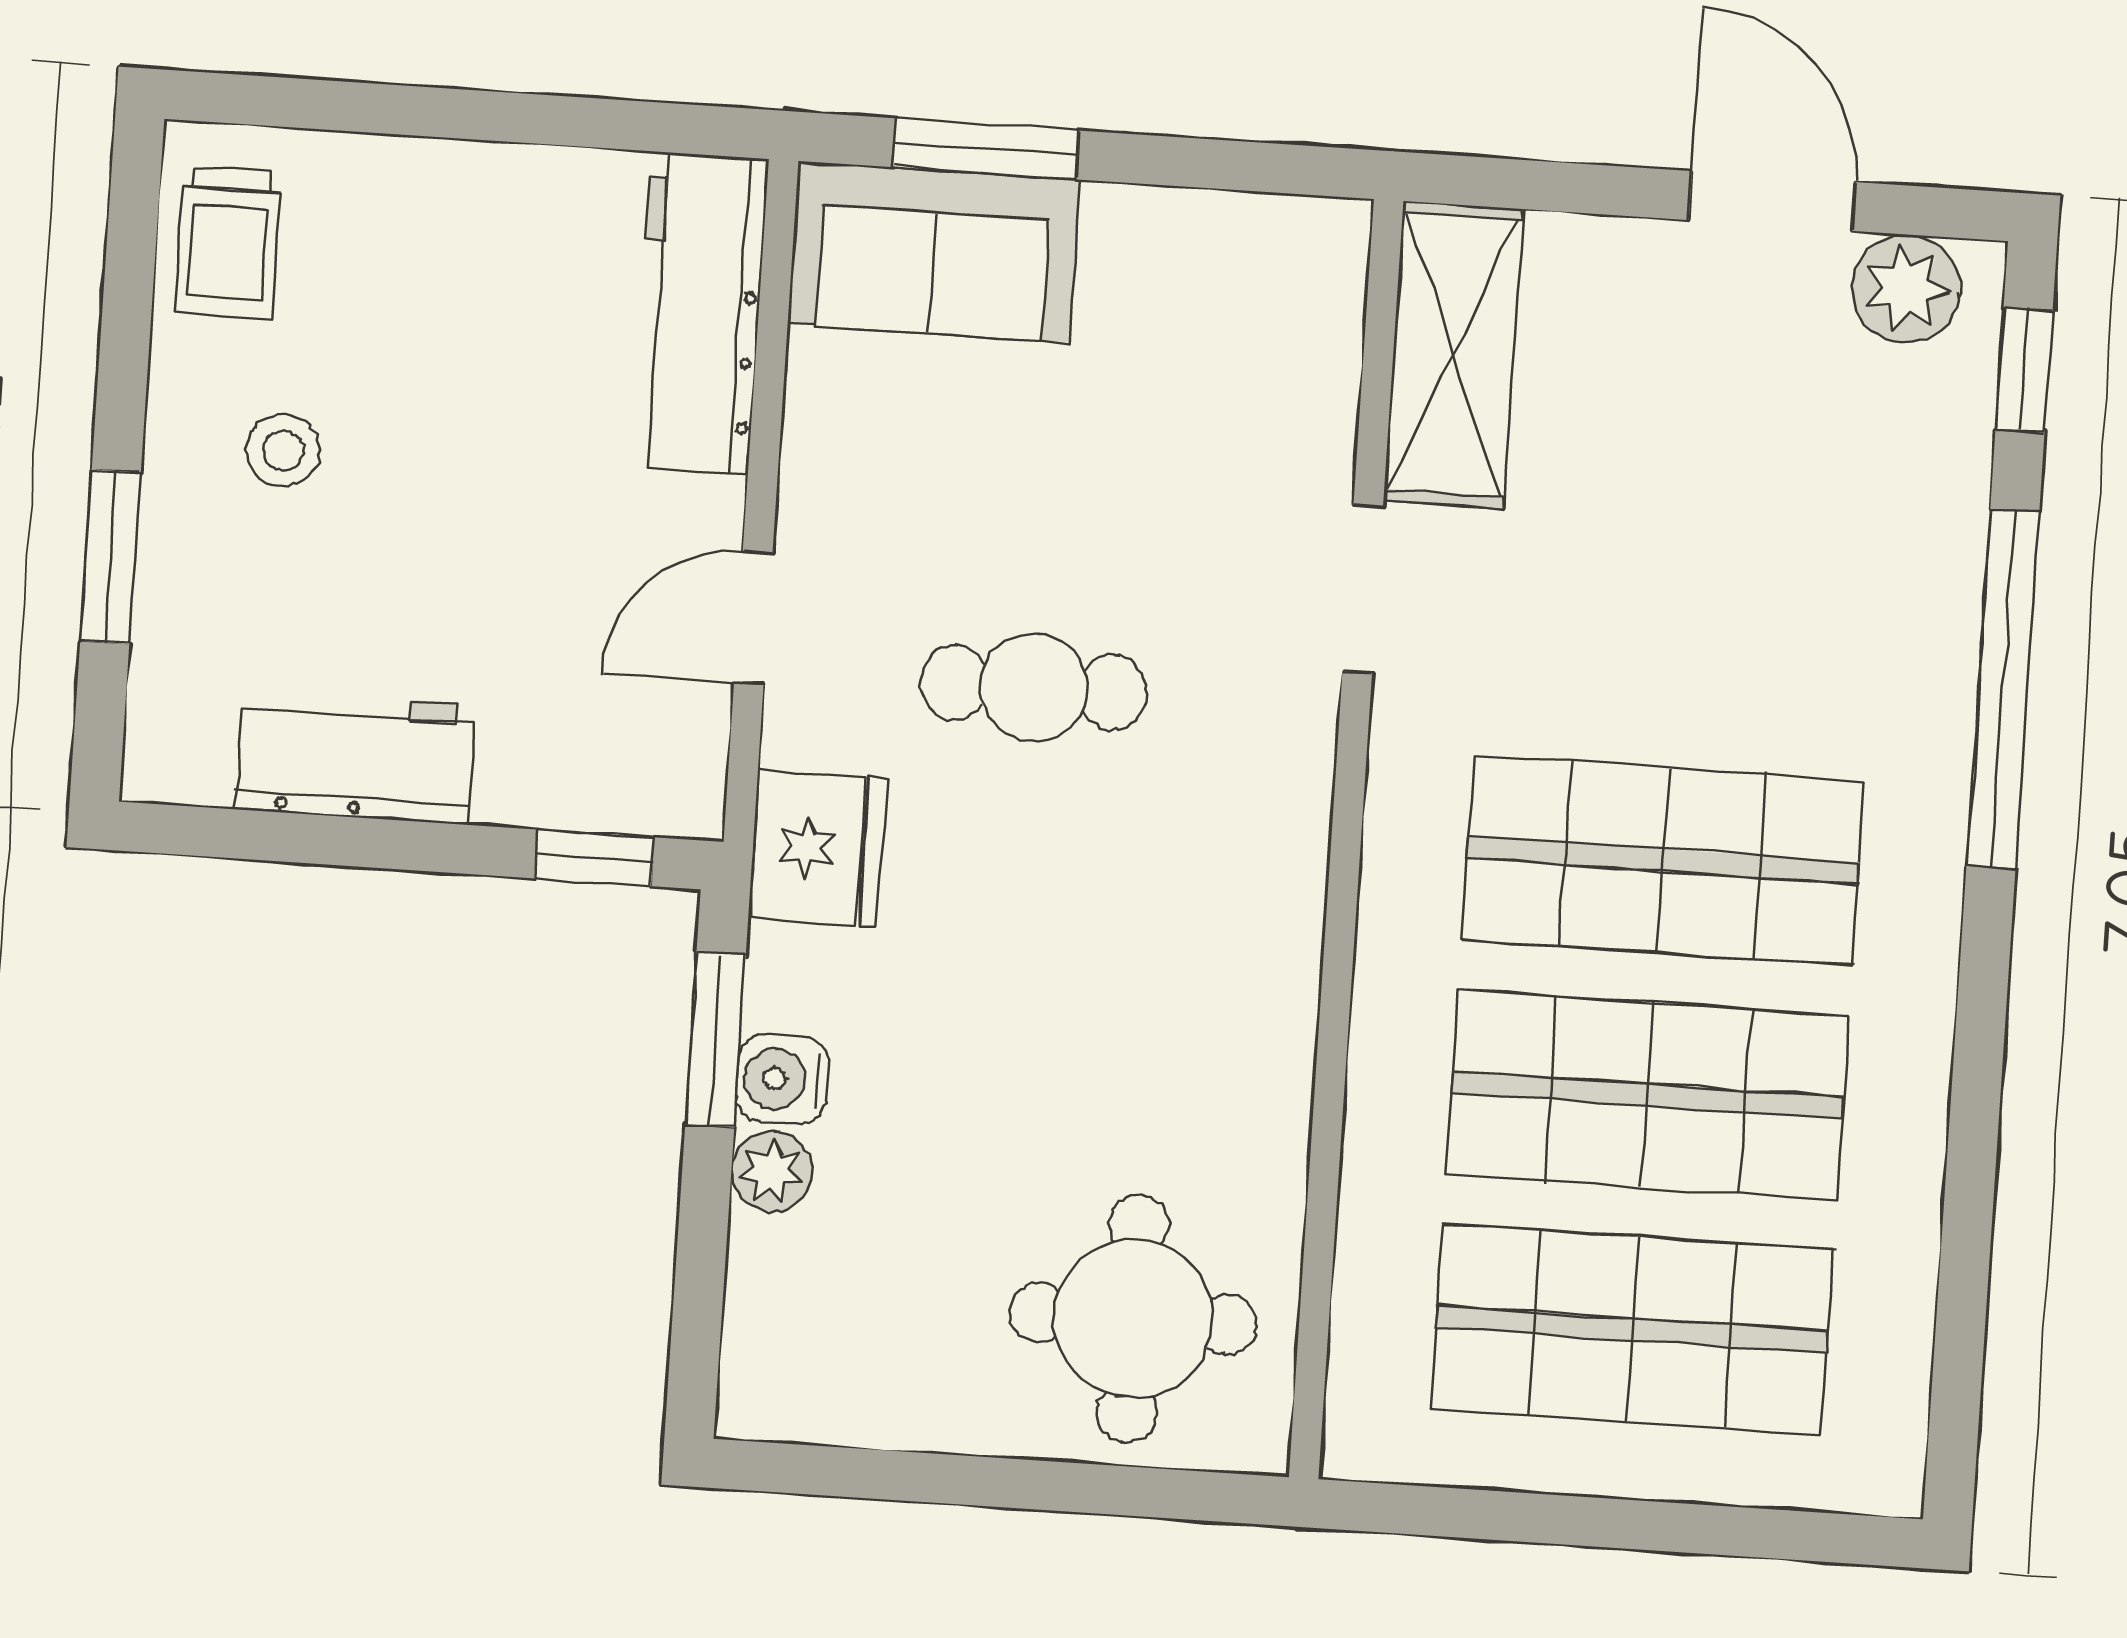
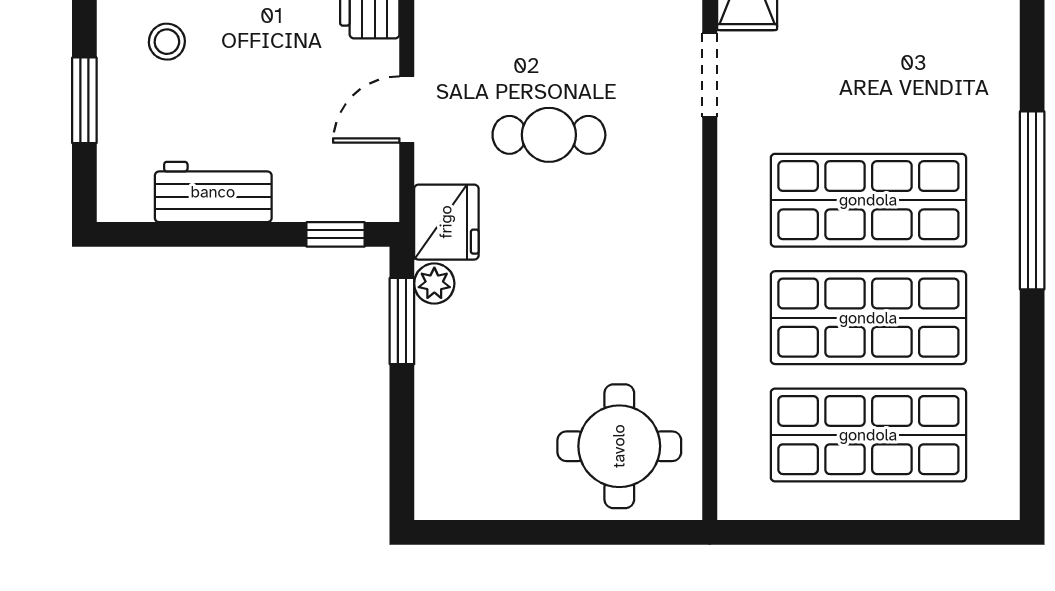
window: (2003, 689) -> (1032, 200), moved
water cooler: (782, 1079) -> (436, 339), removed
plant: (772, 1171) -> (434, 284), moved

